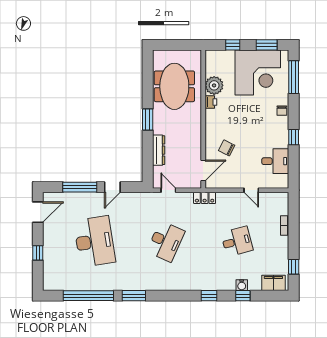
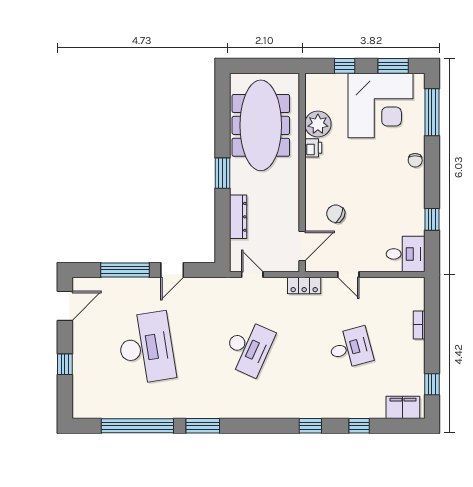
meeting table: (174, 86) -> (261, 125), width x1.36
window: (294, 137) -> (432, 219), moved
desk: (275, 161) -> (406, 254), moved
door: (251, 190) -> (348, 274), moved
water cooler: (242, 285) -> (357, 411), removed

